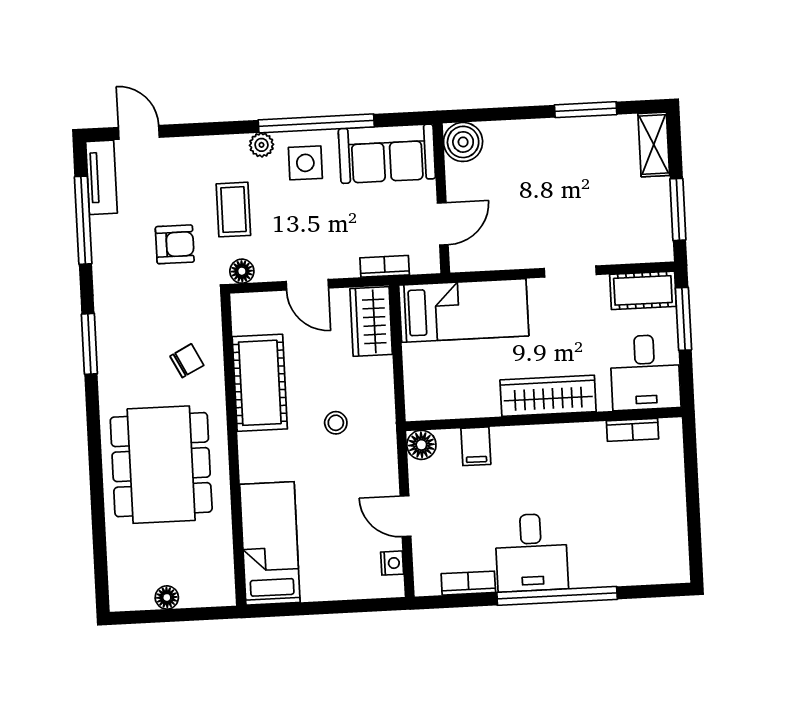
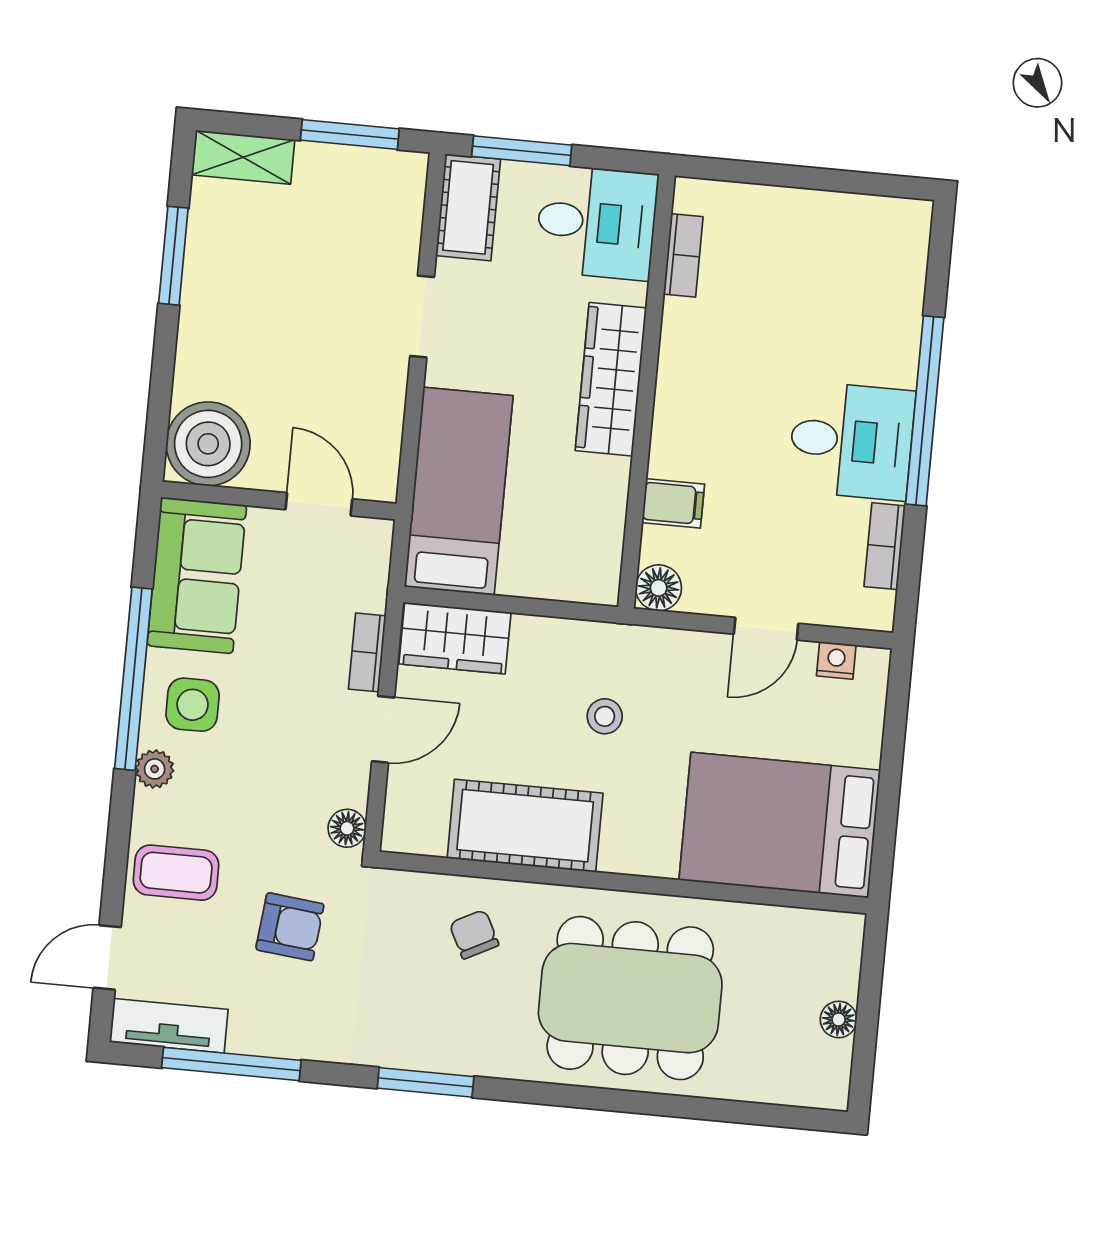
boiler: (463, 142) -> (208, 444), width x1.37, depth x1.37
coffee table: (233, 210) -> (176, 873), moved
armchair: (175, 244) -> (290, 927), turned 96
bookcase: (385, 266) -> (367, 652), moved
bed: (270, 543) -> (780, 825), width x1.50

